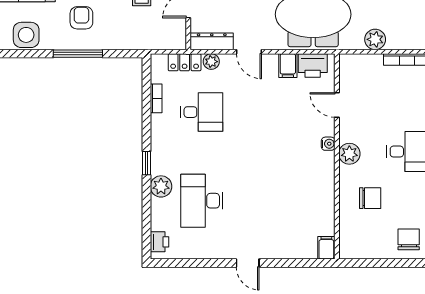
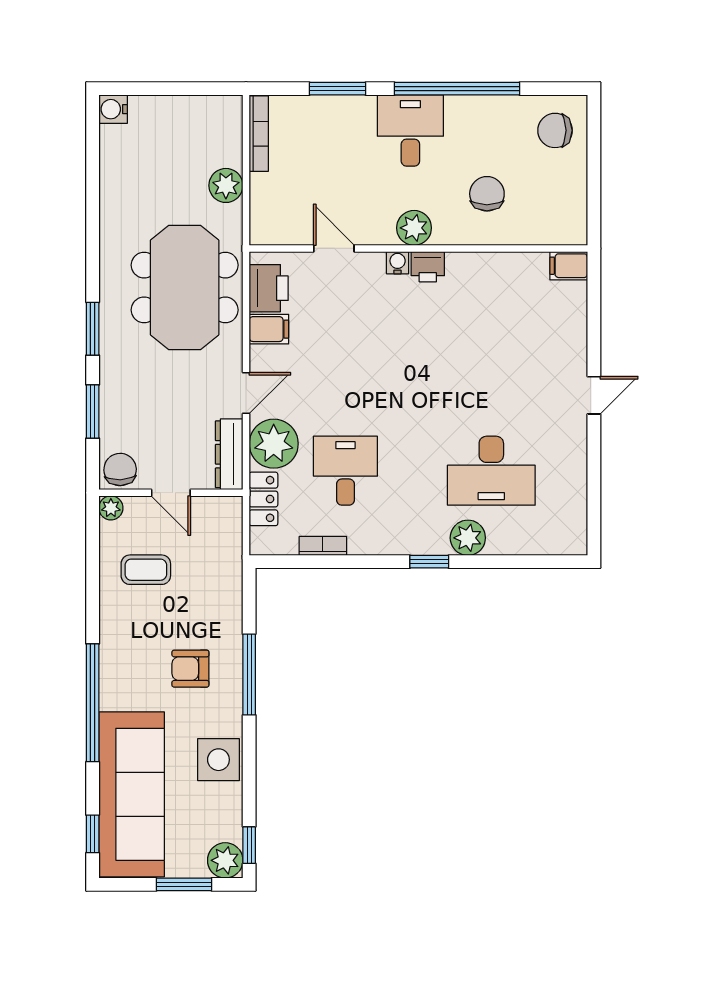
plant: (211, 62) -> (274, 444), width x1.88, depth x1.88
door: (337, 105) -> (334, 248), swing flipped
printer: (159, 242) -> (428, 267), moved, turned 180

